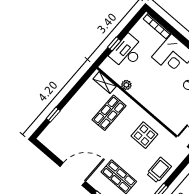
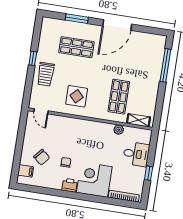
window: (114, 44) -> (149, 173), moved
desk: (127, 52) -> (136, 154), width x0.73
window: (53, 115) -> (165, 65), width x2.17

